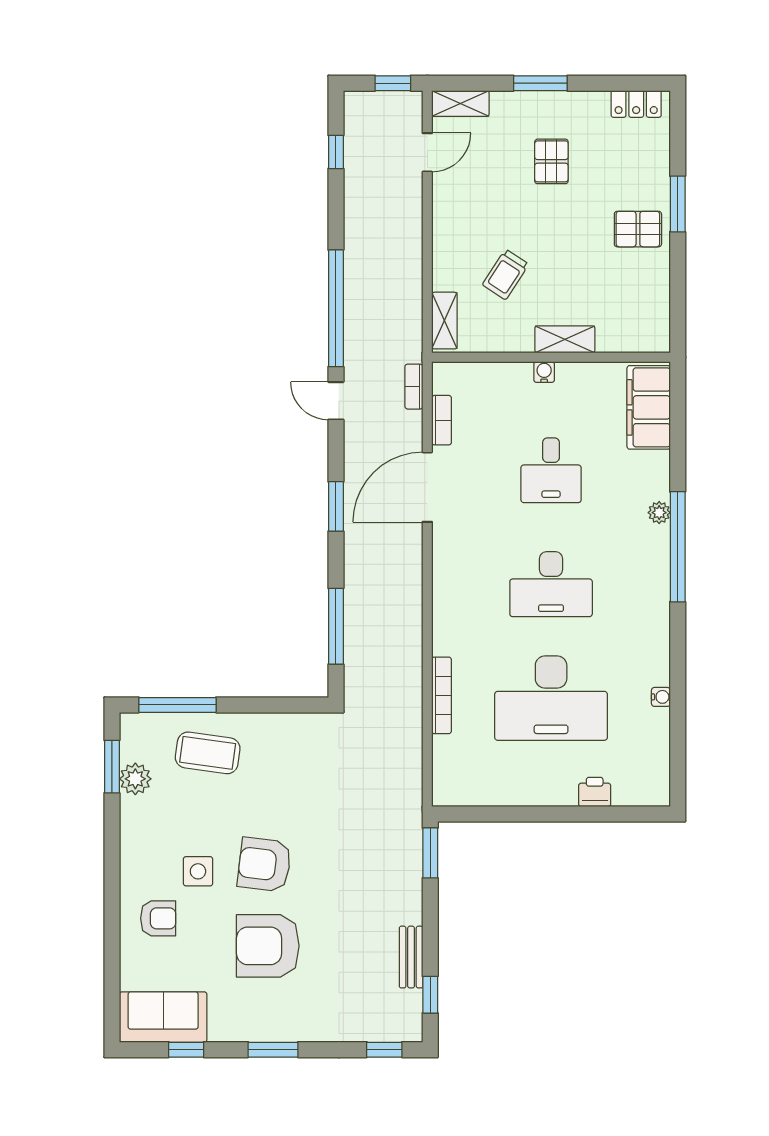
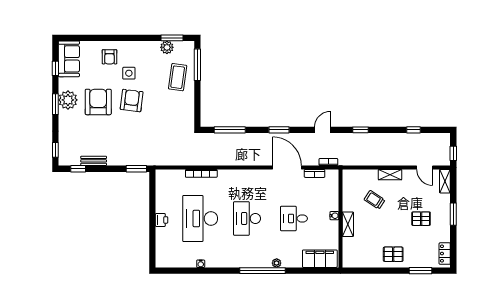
window: (336, 152) -> (414, 130), moved
window: (678, 204) -> (420, 271), moved
pallet: (638, 229) -> (393, 254), turned 90
window: (336, 308) -> (361, 130), width x0.32
shelving: (444, 321) -> (390, 175), moved
printer: (595, 792) -> (162, 220), moved
plant: (263, 1019) -> (68, 100), added

